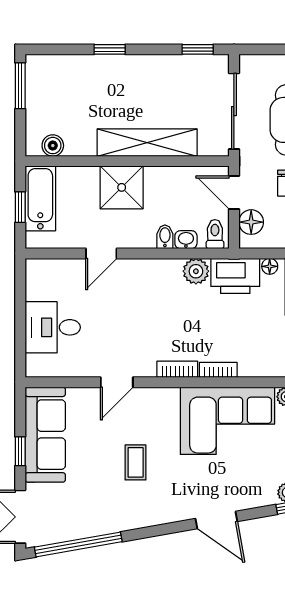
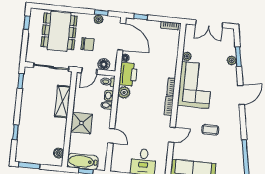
window: (110, 49) -> (15, 132), moved
shelving: (147, 143) -> (63, 102), width x0.68
door: (117, 382) -> (172, 135), hinge flipped

